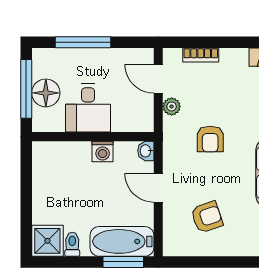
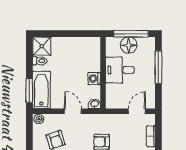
plant: (172, 106) -> (39, 119), moved
door: (158, 188) -> (73, 111), hinge flipped

